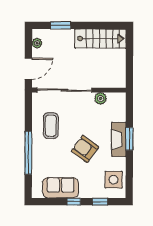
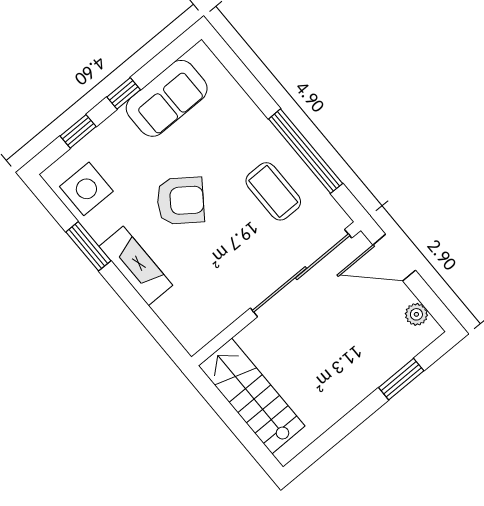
stairs: (100, 39) -> (252, 396), moved, turned 90
door: (28, 69) -> (394, 258), hinge flipped
plant: (101, 98) -> (226, 311), removed
window: (129, 139) -> (88, 246), moved
window: (28, 153) -> (306, 151), moved

